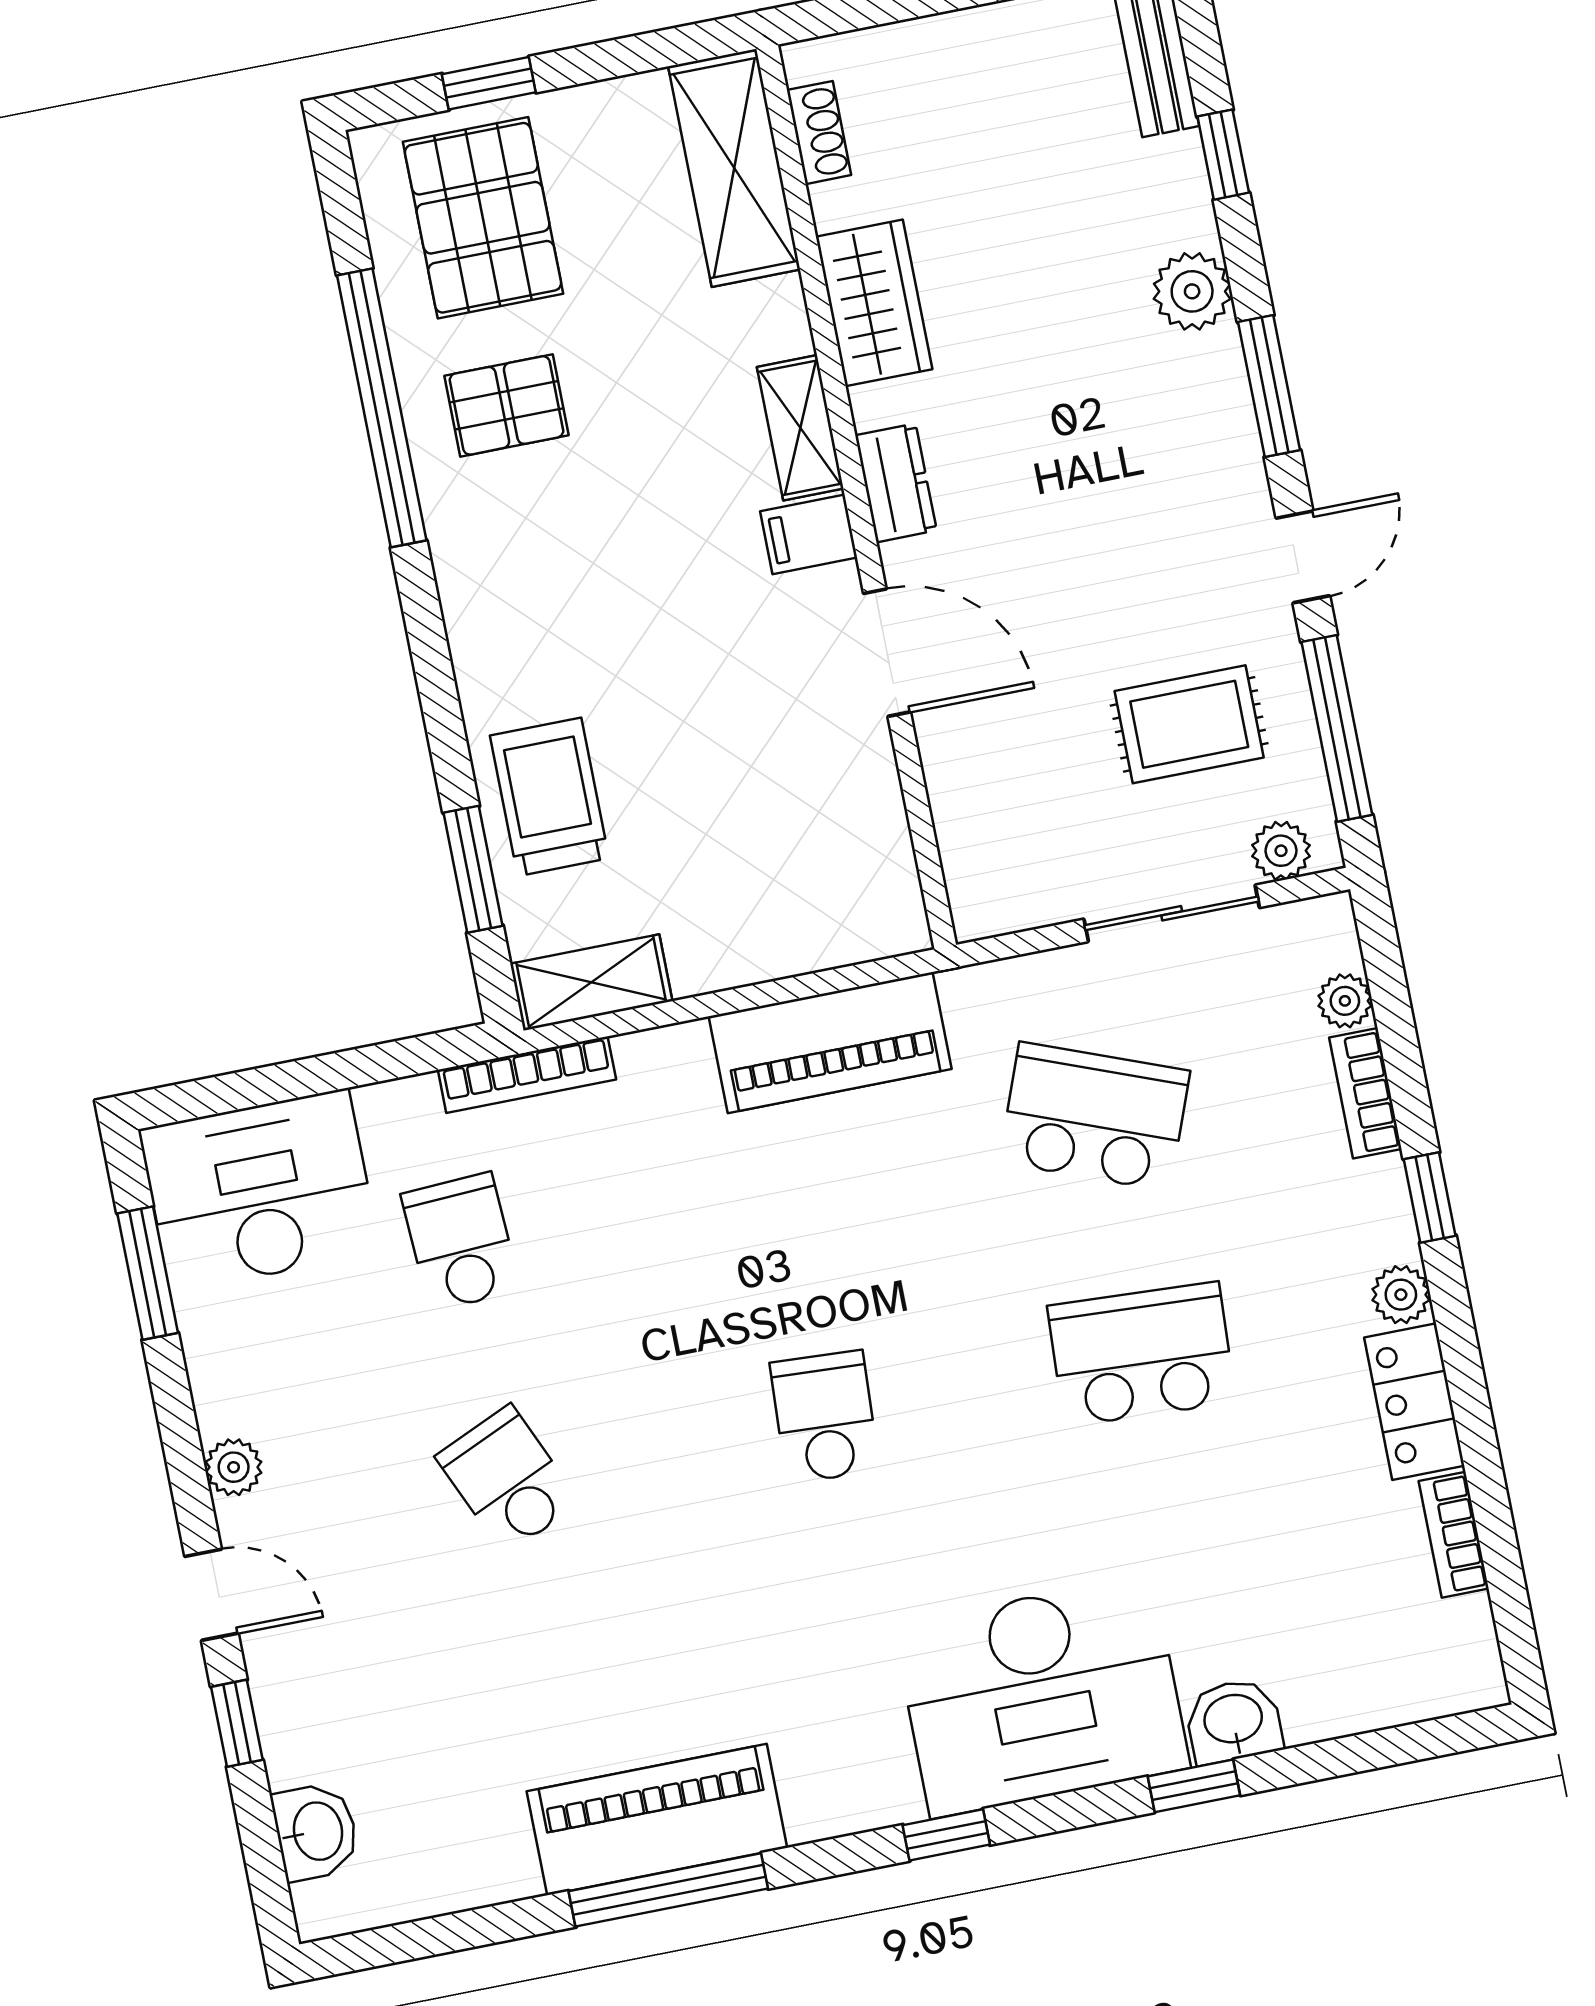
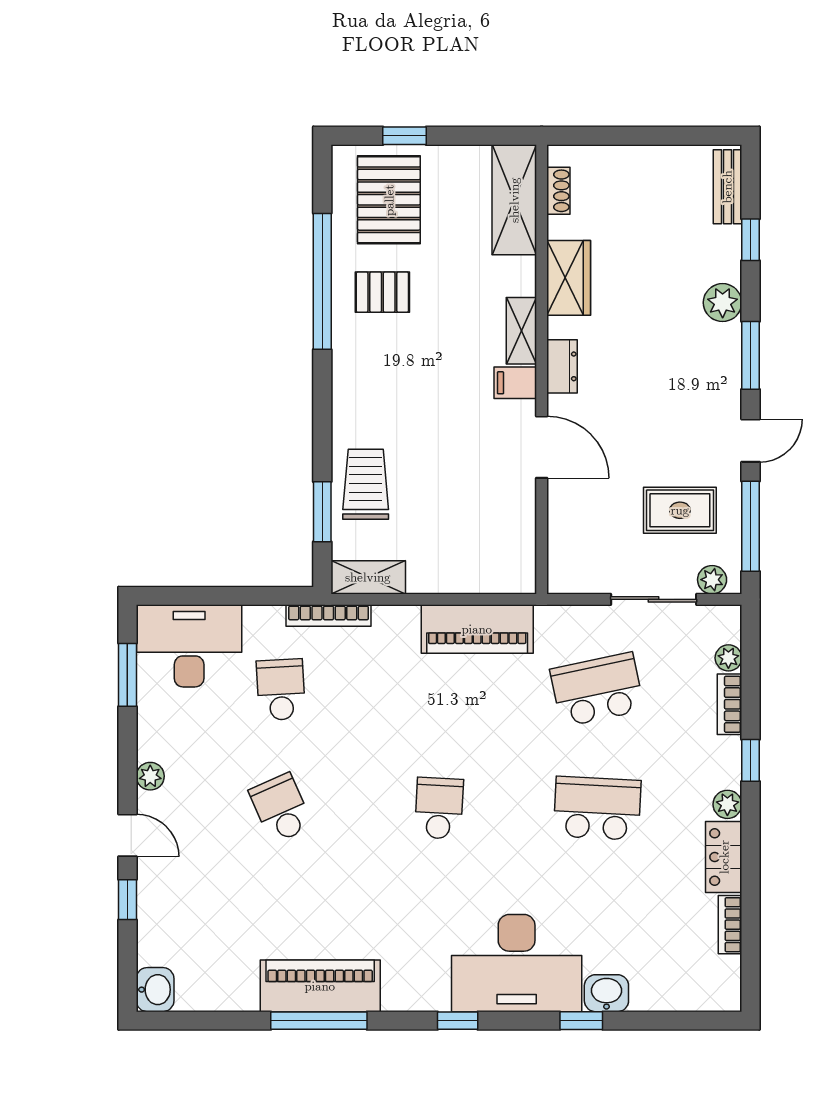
school desk: (1094, 1116) -> (597, 690), turned -33
washbasin: (316, 1832) -> (155, 990), moved

